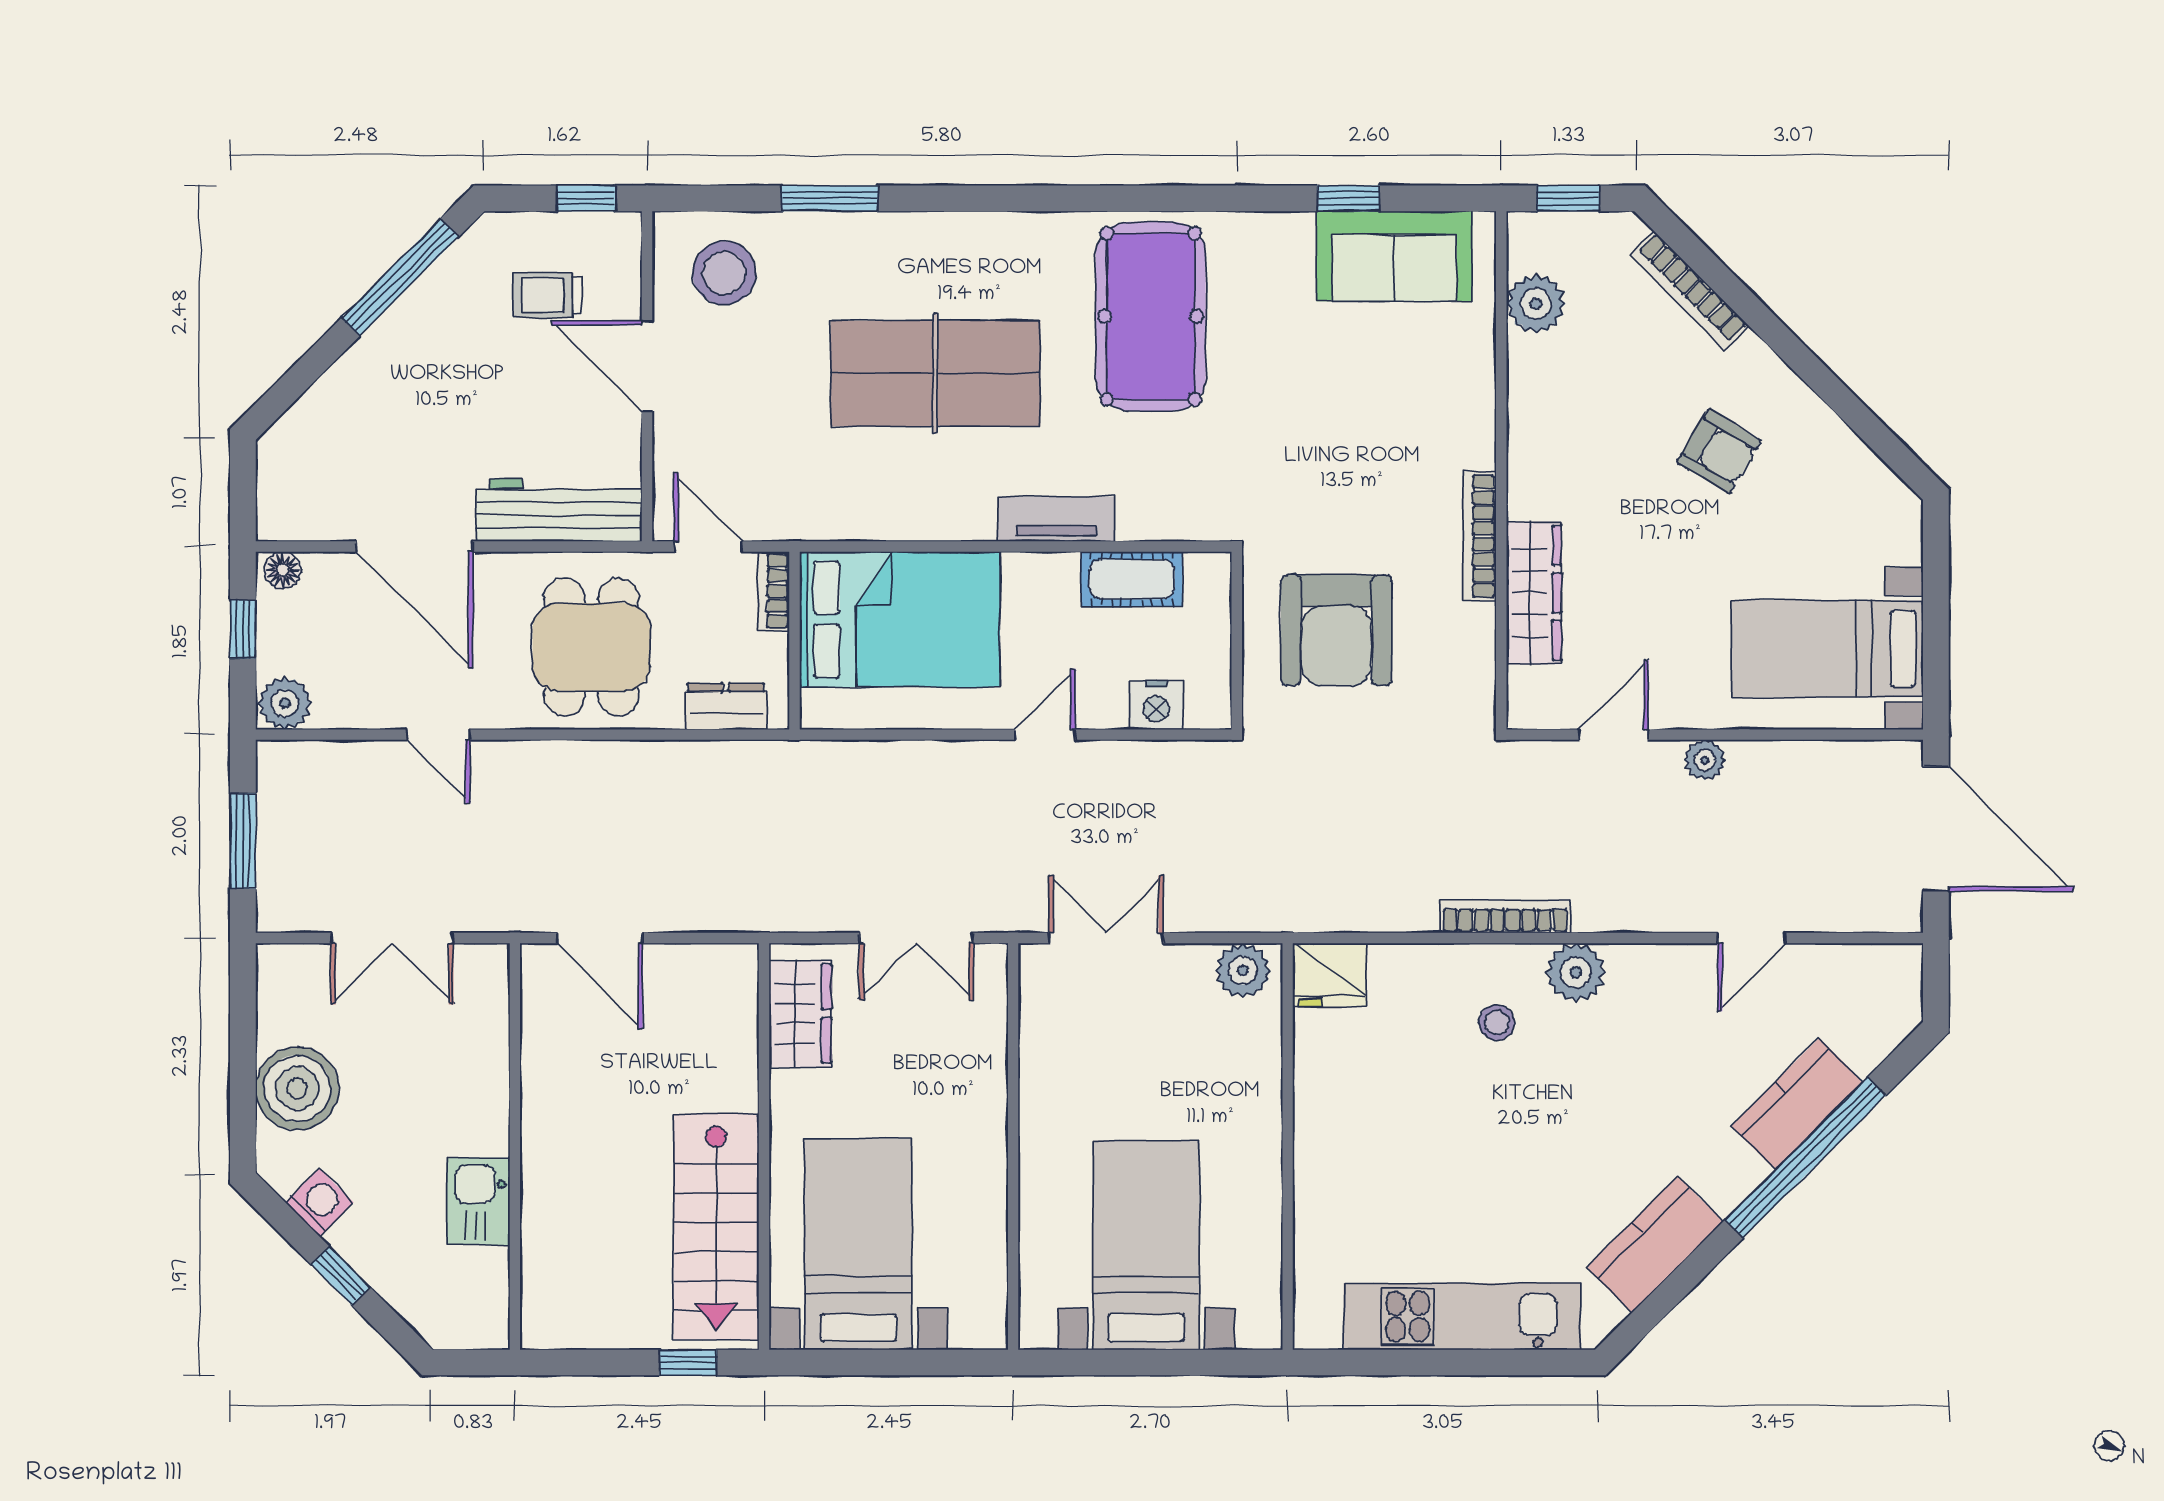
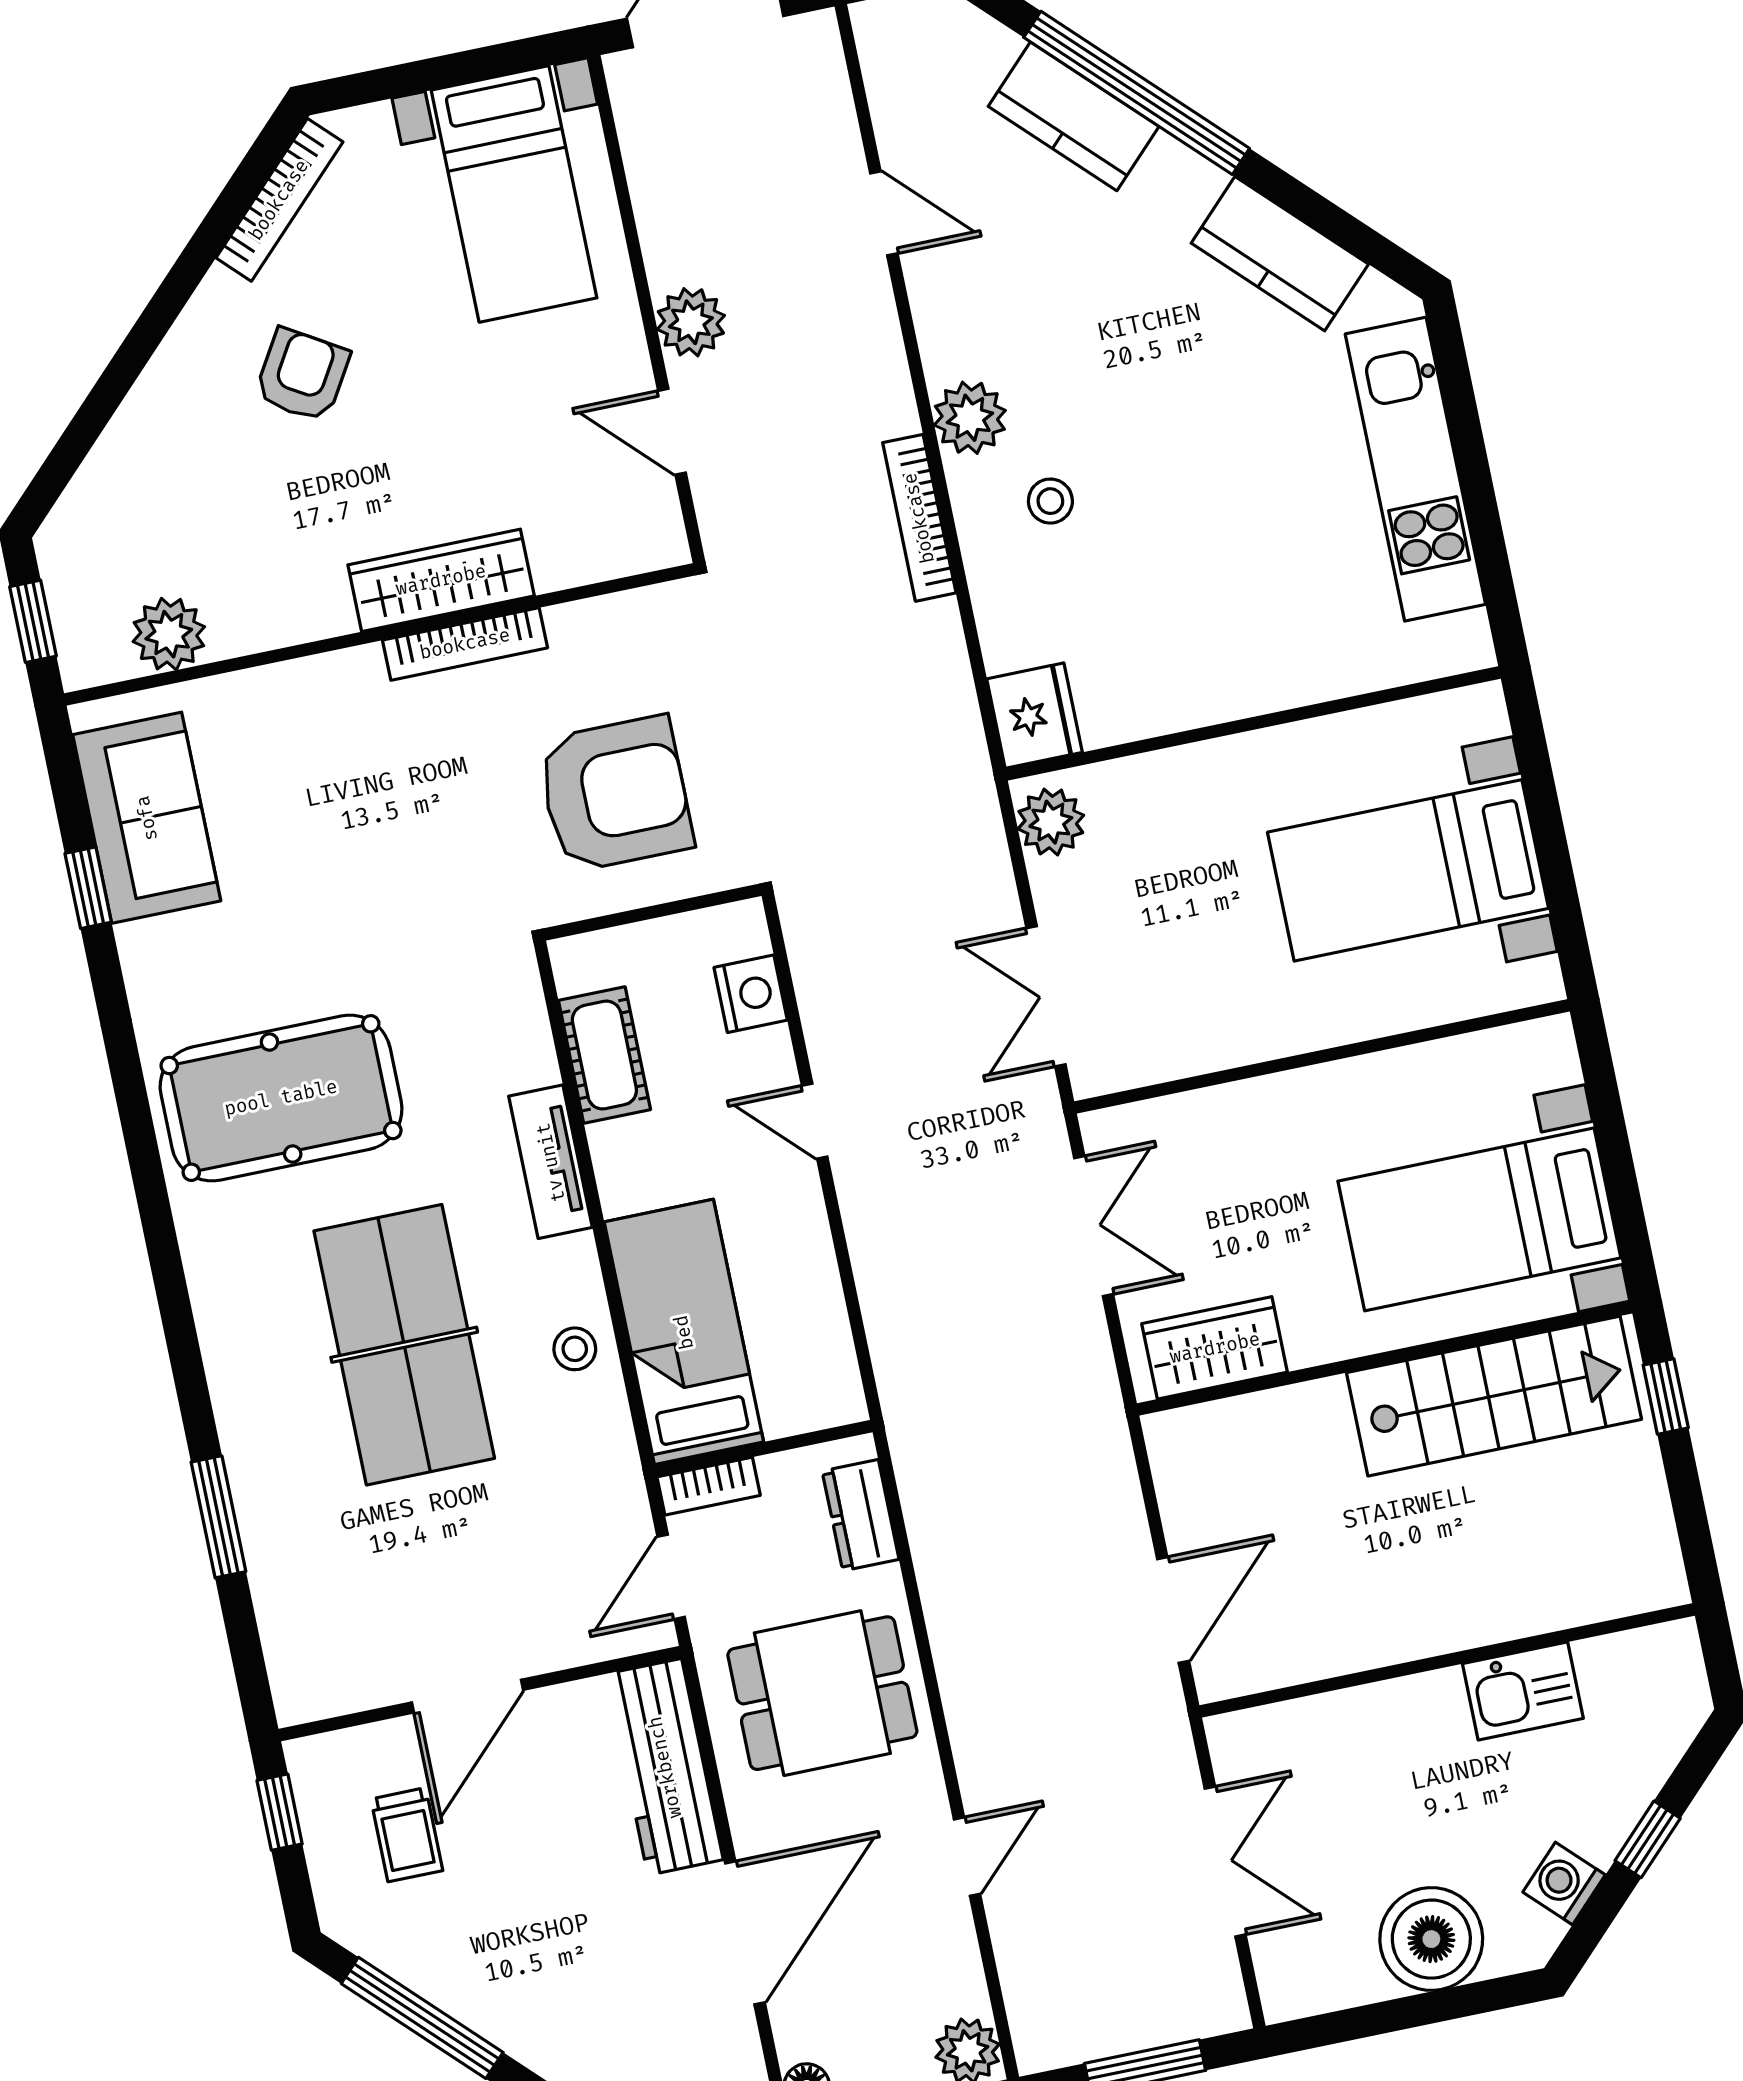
stool: (724, 273) -> (575, 1349), moved, width x0.53, depth x0.53
bookcase: (1689, 291) -> (279, 200), moved
wardrobe: (1534, 593) -> (441, 580), moved
bed: (900, 619) -> (684, 1332), width x0.67
plant: (1705, 760) -> (691, 322), width x1.38, depth x1.38

